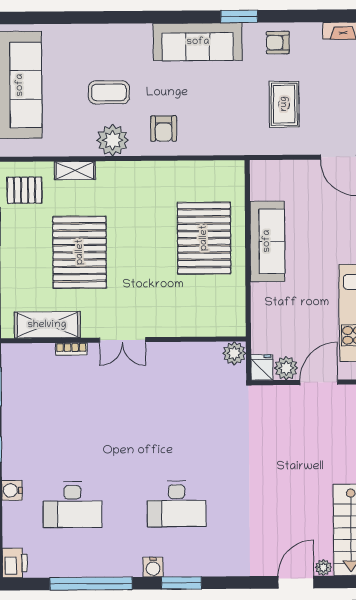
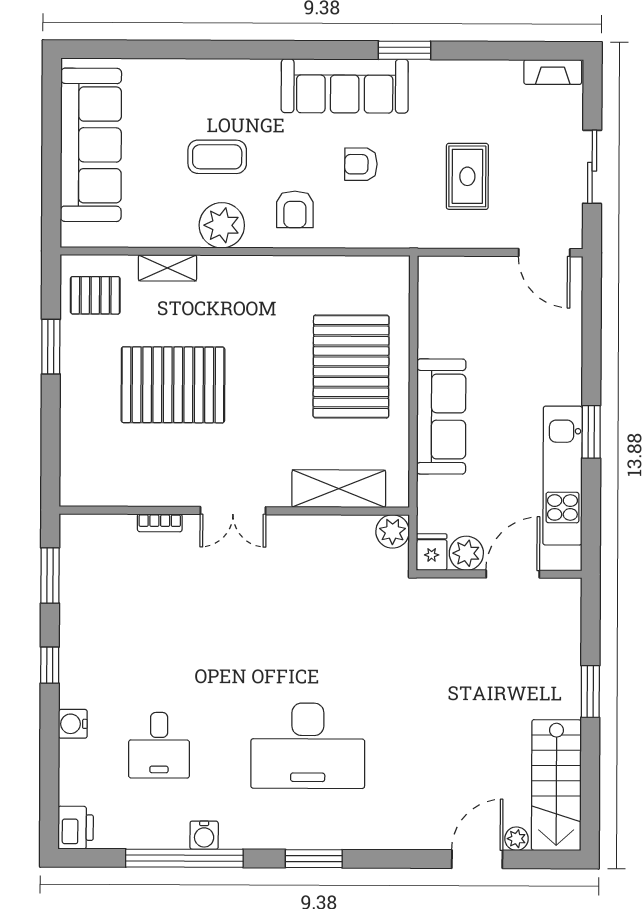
armchair: (278, 43) -> (361, 164), moved
sofa: (267, 241) -> (441, 417), moved
pallet: (80, 252) -> (173, 385), turned 90
shelving: (47, 325) -> (339, 489), moved
desk: (177, 504) -> (308, 746), width x1.36, depth x1.30
desk: (72, 505) -> (159, 745), width x0.73
water cooler: (153, 567) -> (204, 835), moved

